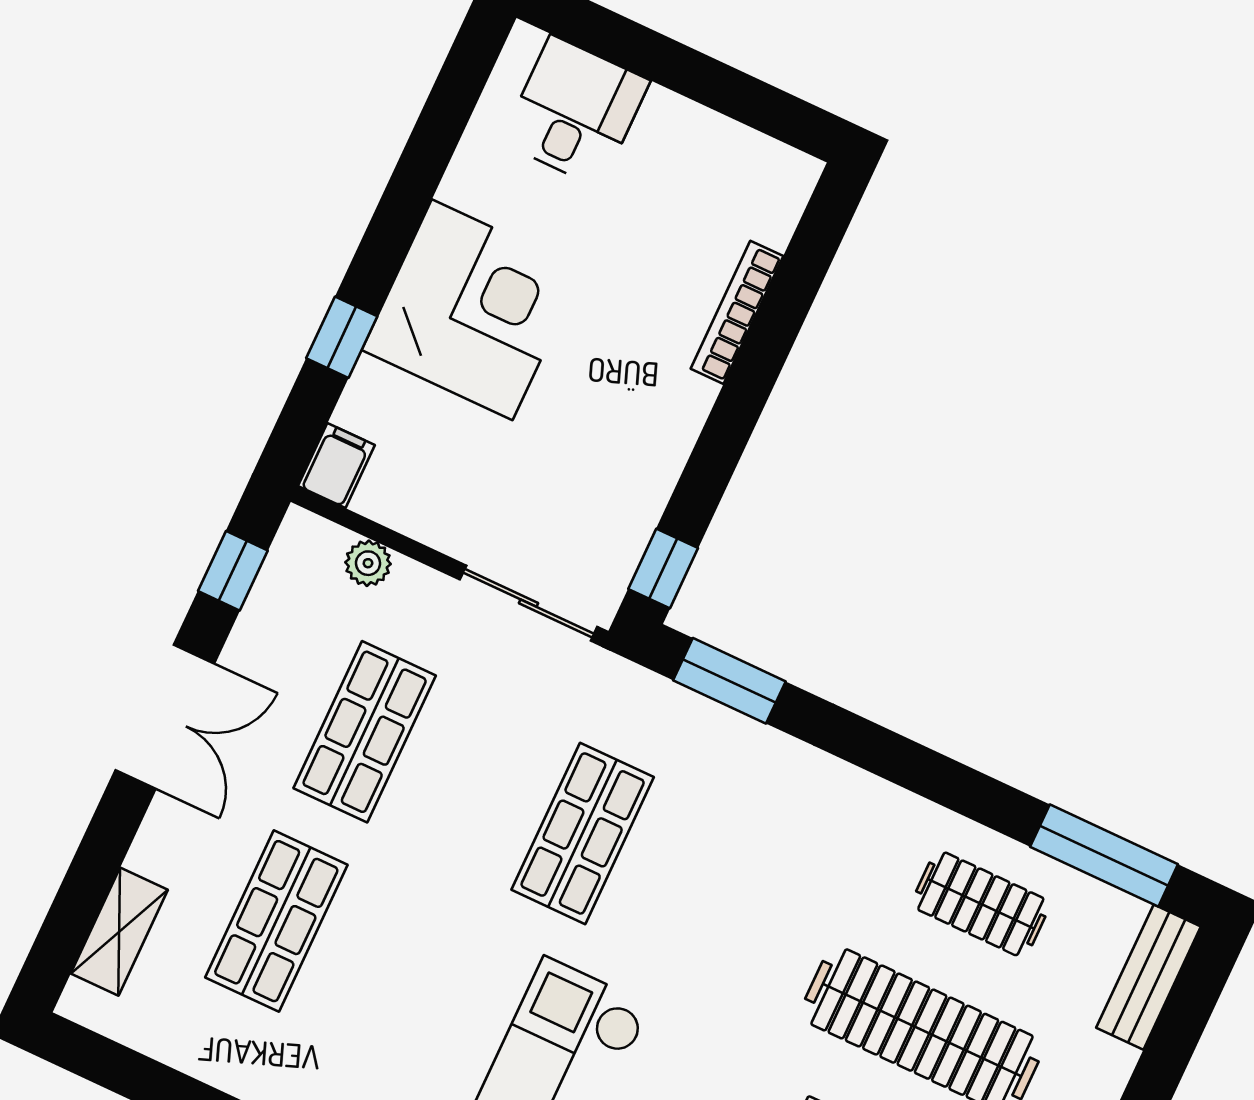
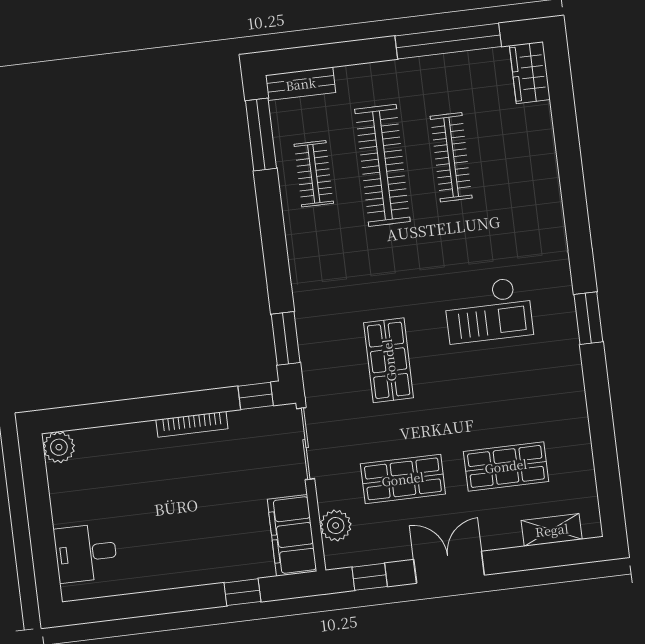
plant: (785, 178) -> (59, 447), added
corner desk: (472, 310) -> (197, 544), removed
bookcase: (737, 312) -> (192, 424), moved
filing cabinet: (336, 466) -> (292, 535), width x3.00, depth x1.17
plant: (368, 563) -> (336, 526), width x1.38, depth x1.38
shop shelf: (583, 833) -> (389, 360), turned 90

